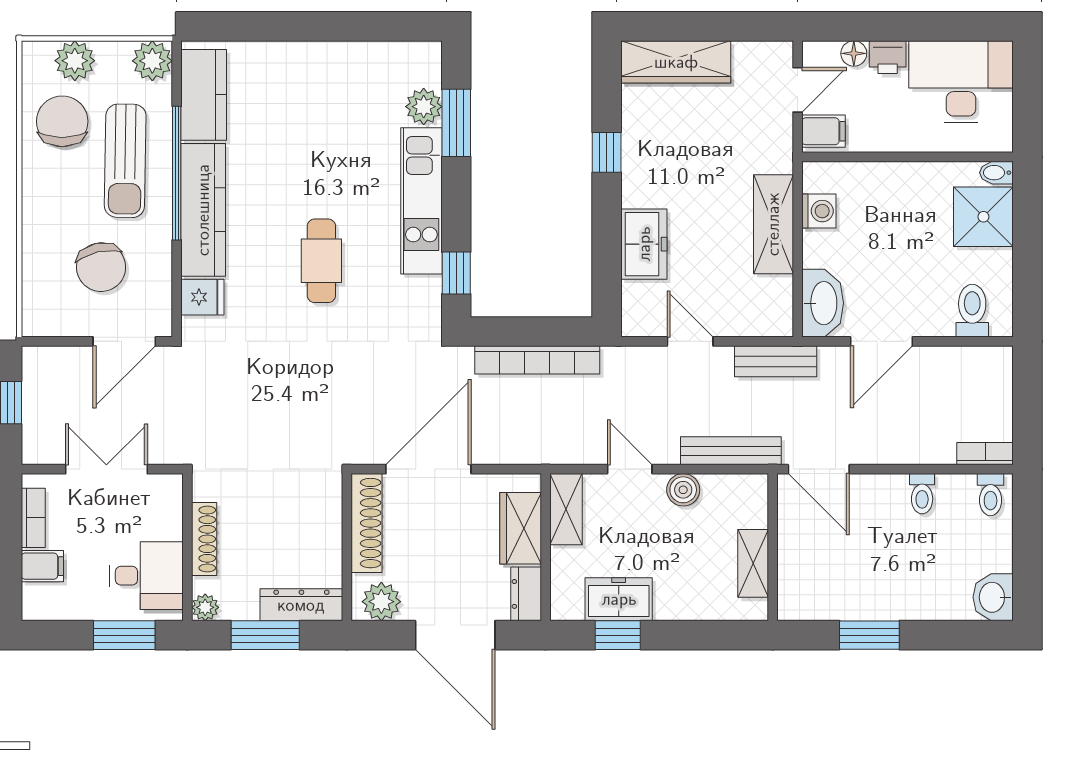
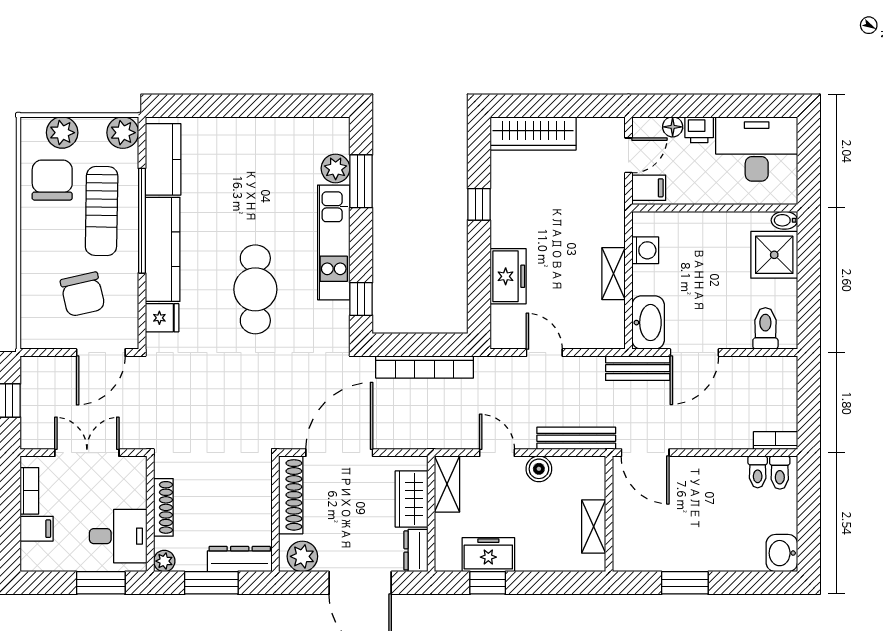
shelving: (773, 224) -> (614, 274), width x0.67, depth x0.75
cafe table: (321, 261) -> (255, 289), width x1.37, depth x1.35
bench: (776, 361) -> (638, 368), moved
toilet: (922, 494) -> (758, 472), moved

